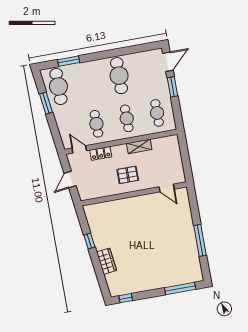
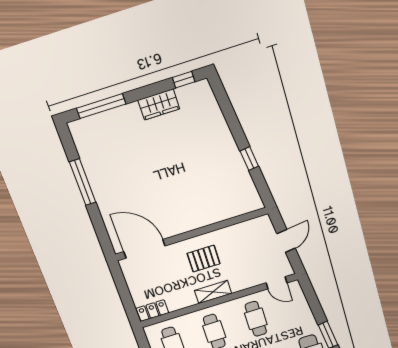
shelving: (139, 146) -> (213, 292), moved
locker: (101, 153) -> (152, 311), moved
door: (167, 188) -> (144, 249), width x1.88
wardrobe: (107, 261) -> (159, 104), moved, turned -83

